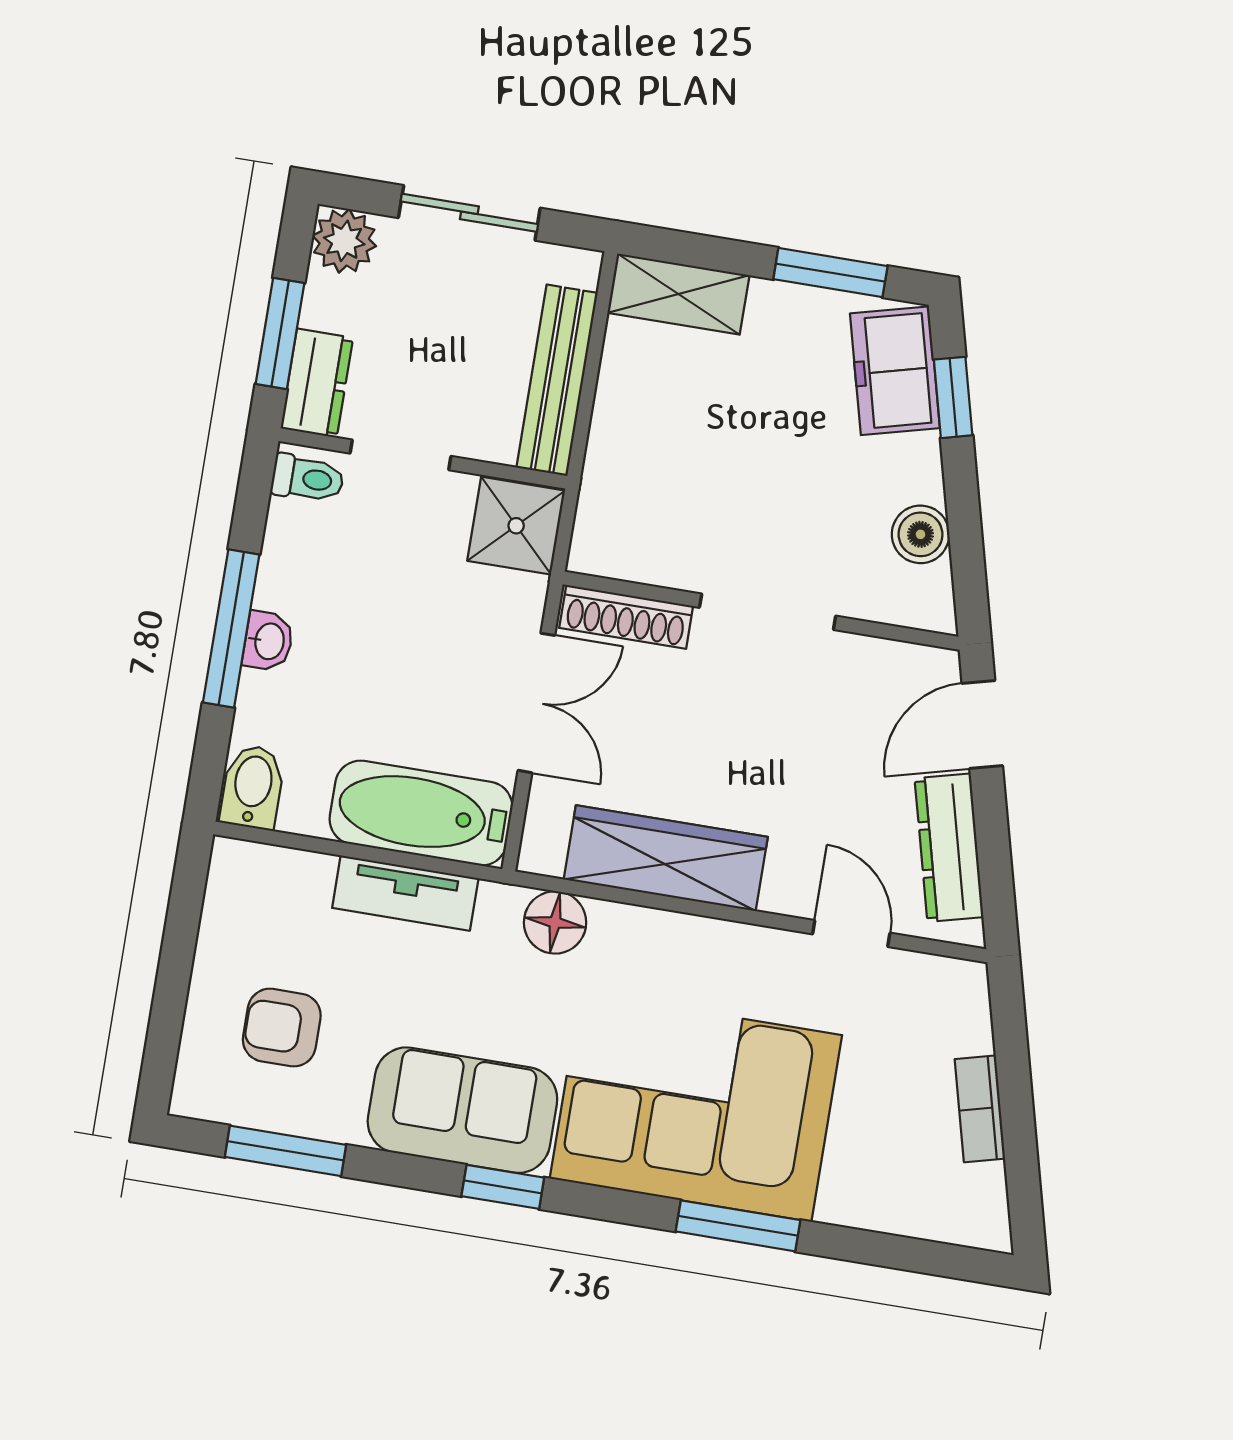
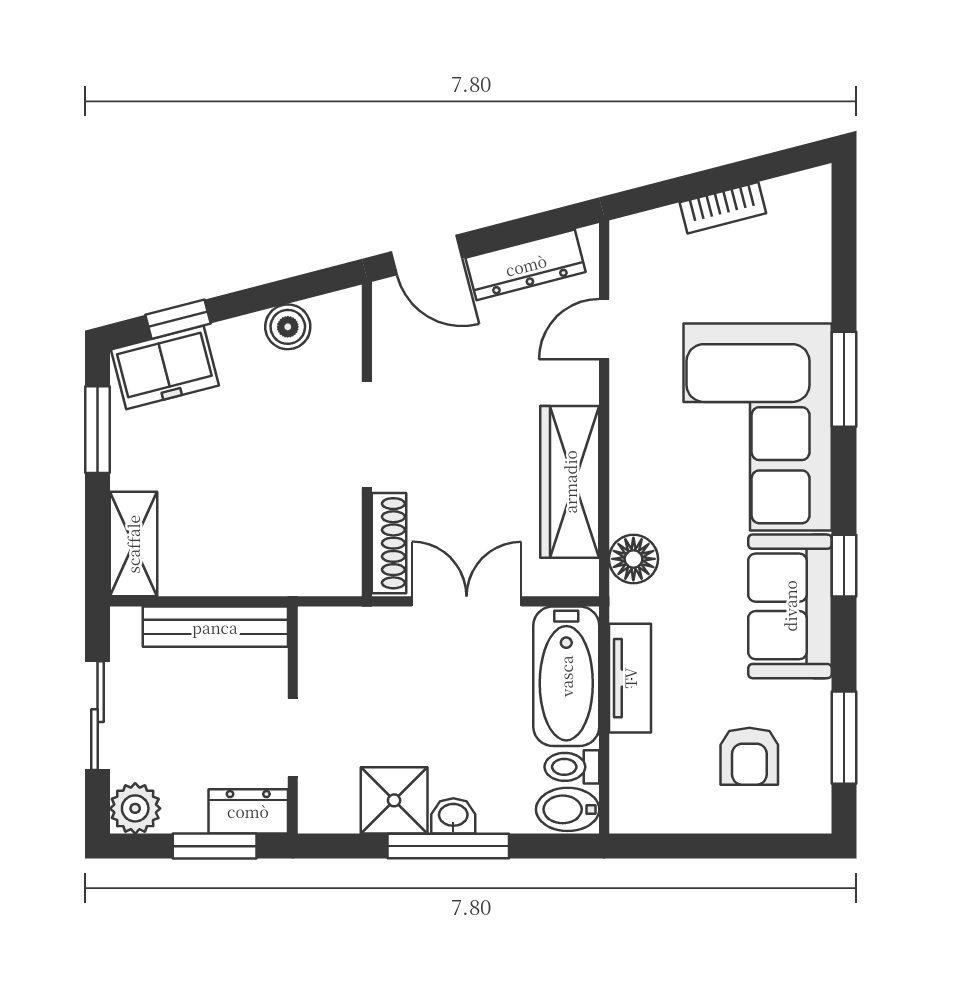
toilet: (308, 478) -> (572, 767), moved, turned -90
shower: (516, 526) -> (394, 800), moved

